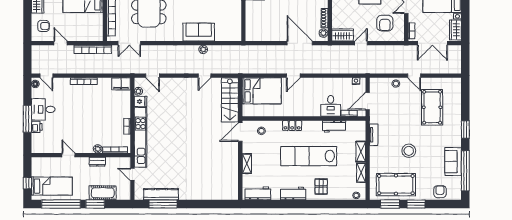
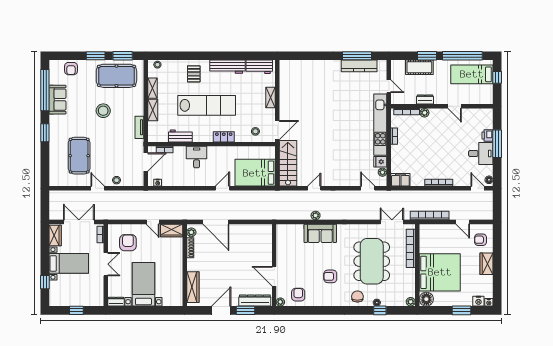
door: (361, 43) -> (153, 222), hinge flipped
desk: (331, 106) -> (197, 157), moved
workbench: (293, 194) -> (228, 67), width x1.38

